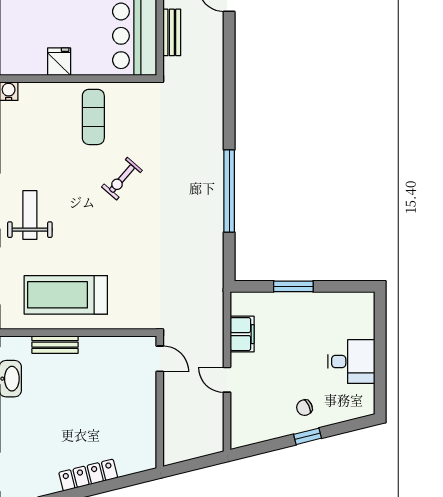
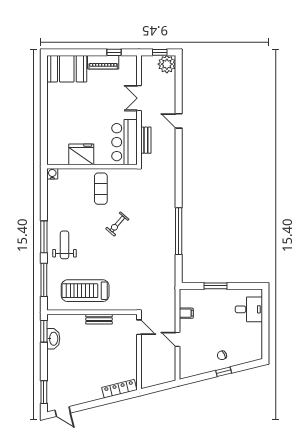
fridge: (59, 62) -> (81, 154), width x1.88, depth x1.34
filing cabinet: (242, 334) -> (186, 313), width x0.50
bench: (55, 345) -> (99, 319), moved
desk: (351, 361) -> (249, 309), moved
locker: (88, 475) -> (119, 389), moved

